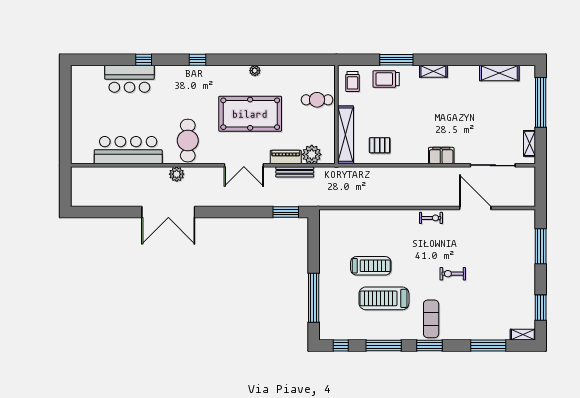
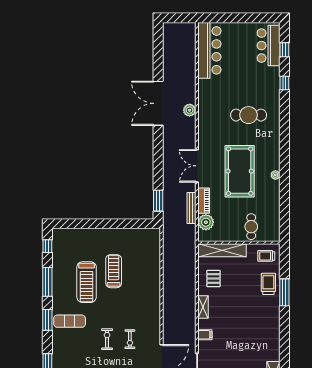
window: (197, 60) -> (284, 50), moved
shelving: (433, 71) -> (203, 307), moved
bar counter: (129, 79) -> (269, 46), moved
cafe table: (188, 141) -> (249, 115), moved
bar counter: (128, 150) -> (209, 50), moved
filing cabinet: (441, 156) -> (205, 335), width x0.50
exercise bike: (431, 218) -> (130, 339), moved
treadmill: (371, 266) -> (114, 271), turned 180
window: (314, 298) -> (87, 224), removed
treadmill: (384, 298) -> (87, 282), turned 180

